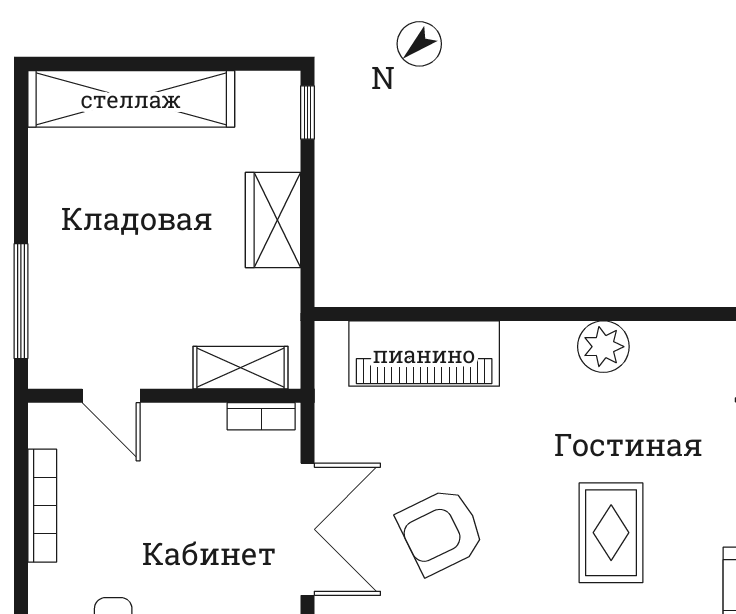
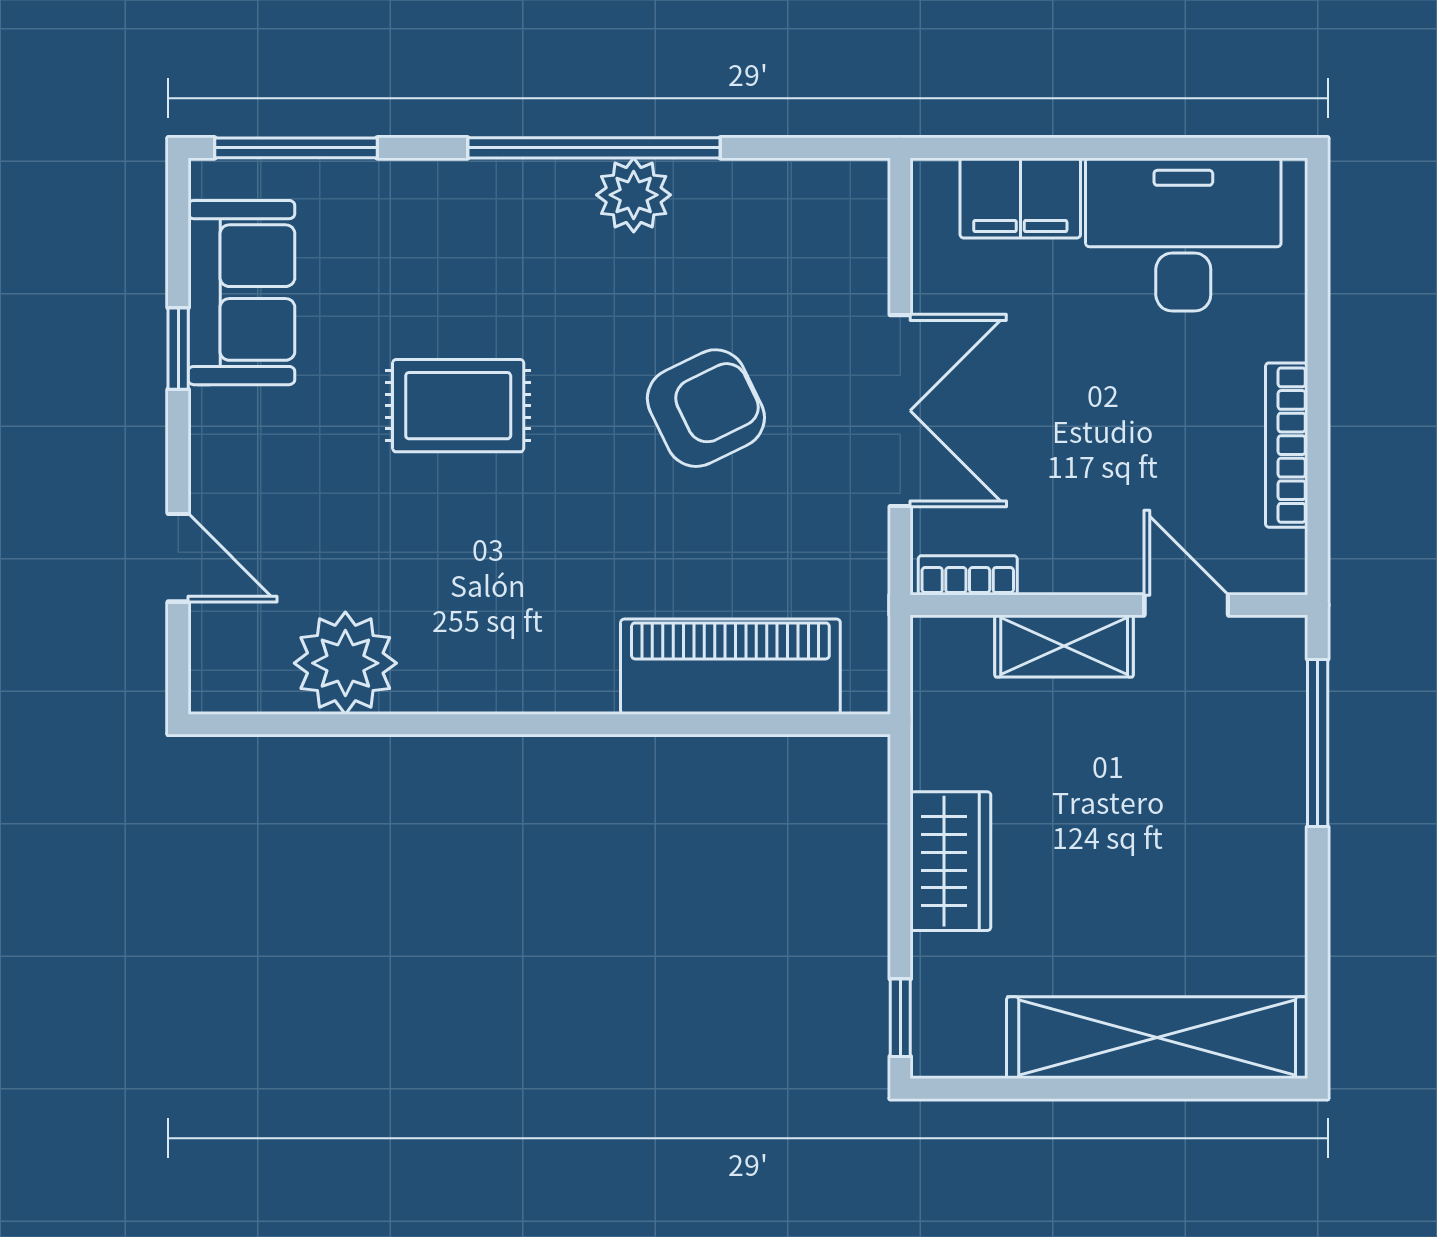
plant: (603, 347) -> (345, 663), moved, width x1.36, depth x1.36
shelving: (241, 368) -> (1064, 646), moved
double door: (307, 529) -> (900, 411), swing flipped
rug: (611, 533) -> (458, 406), turned 90

